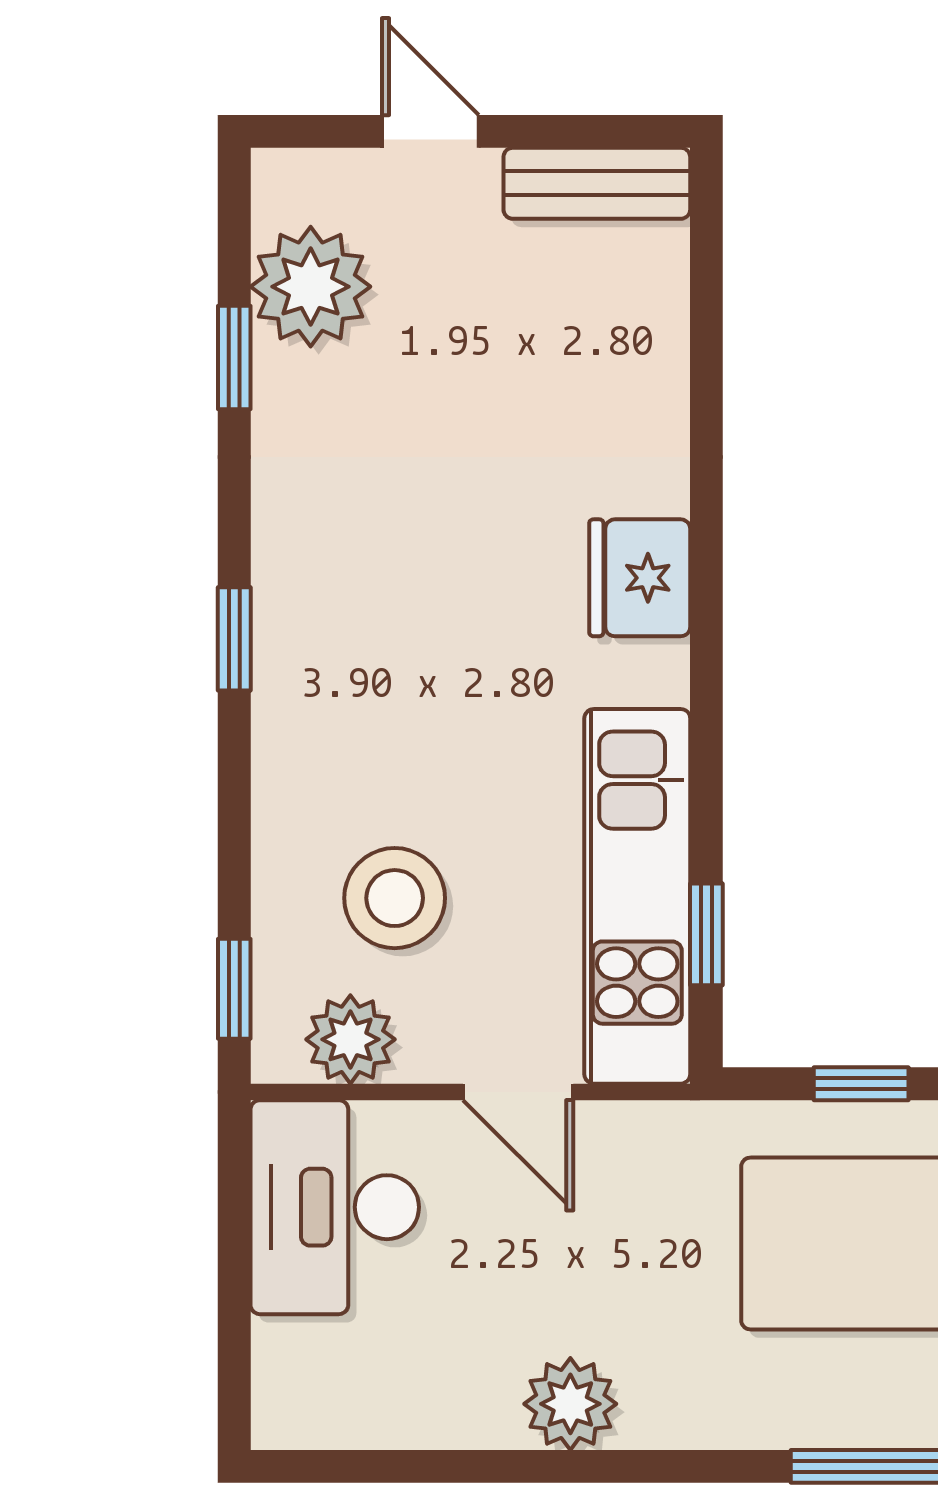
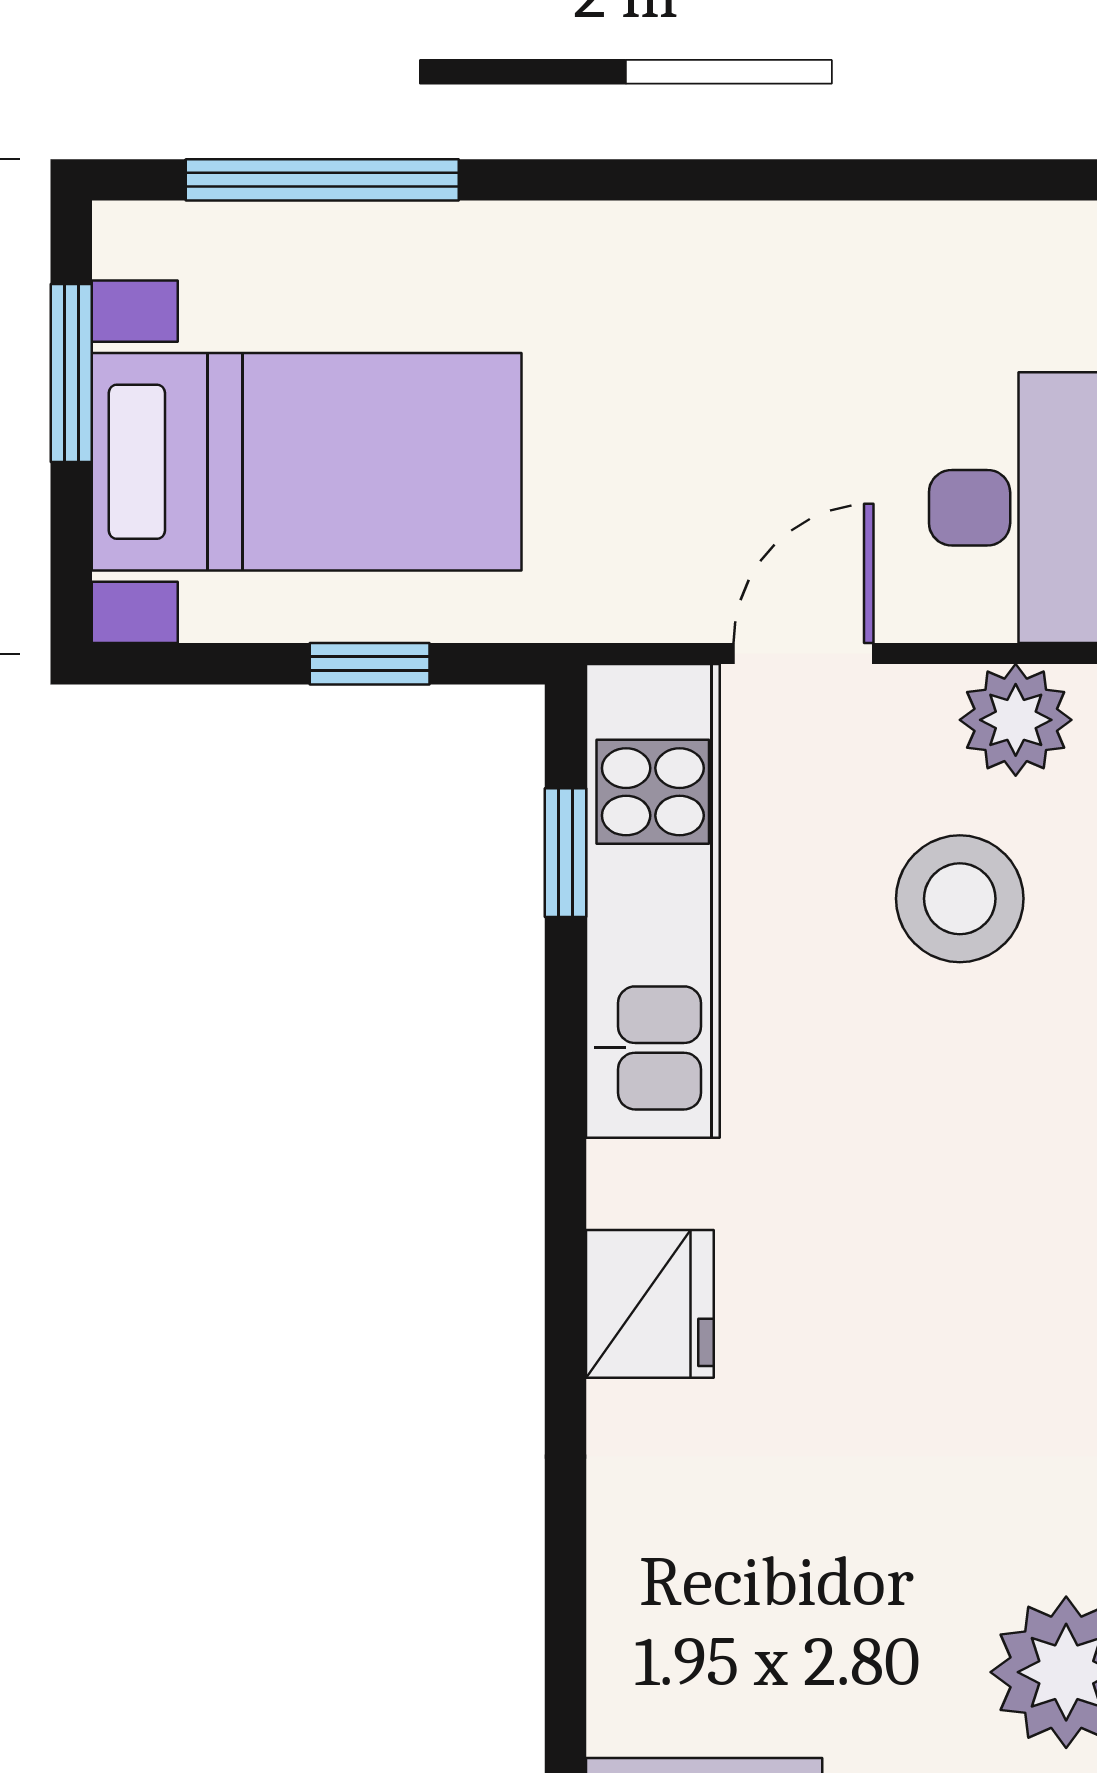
door: (518, 1092) -> (804, 654), hinge flipped
plant: (570, 1404) -> (738, 259), removed

